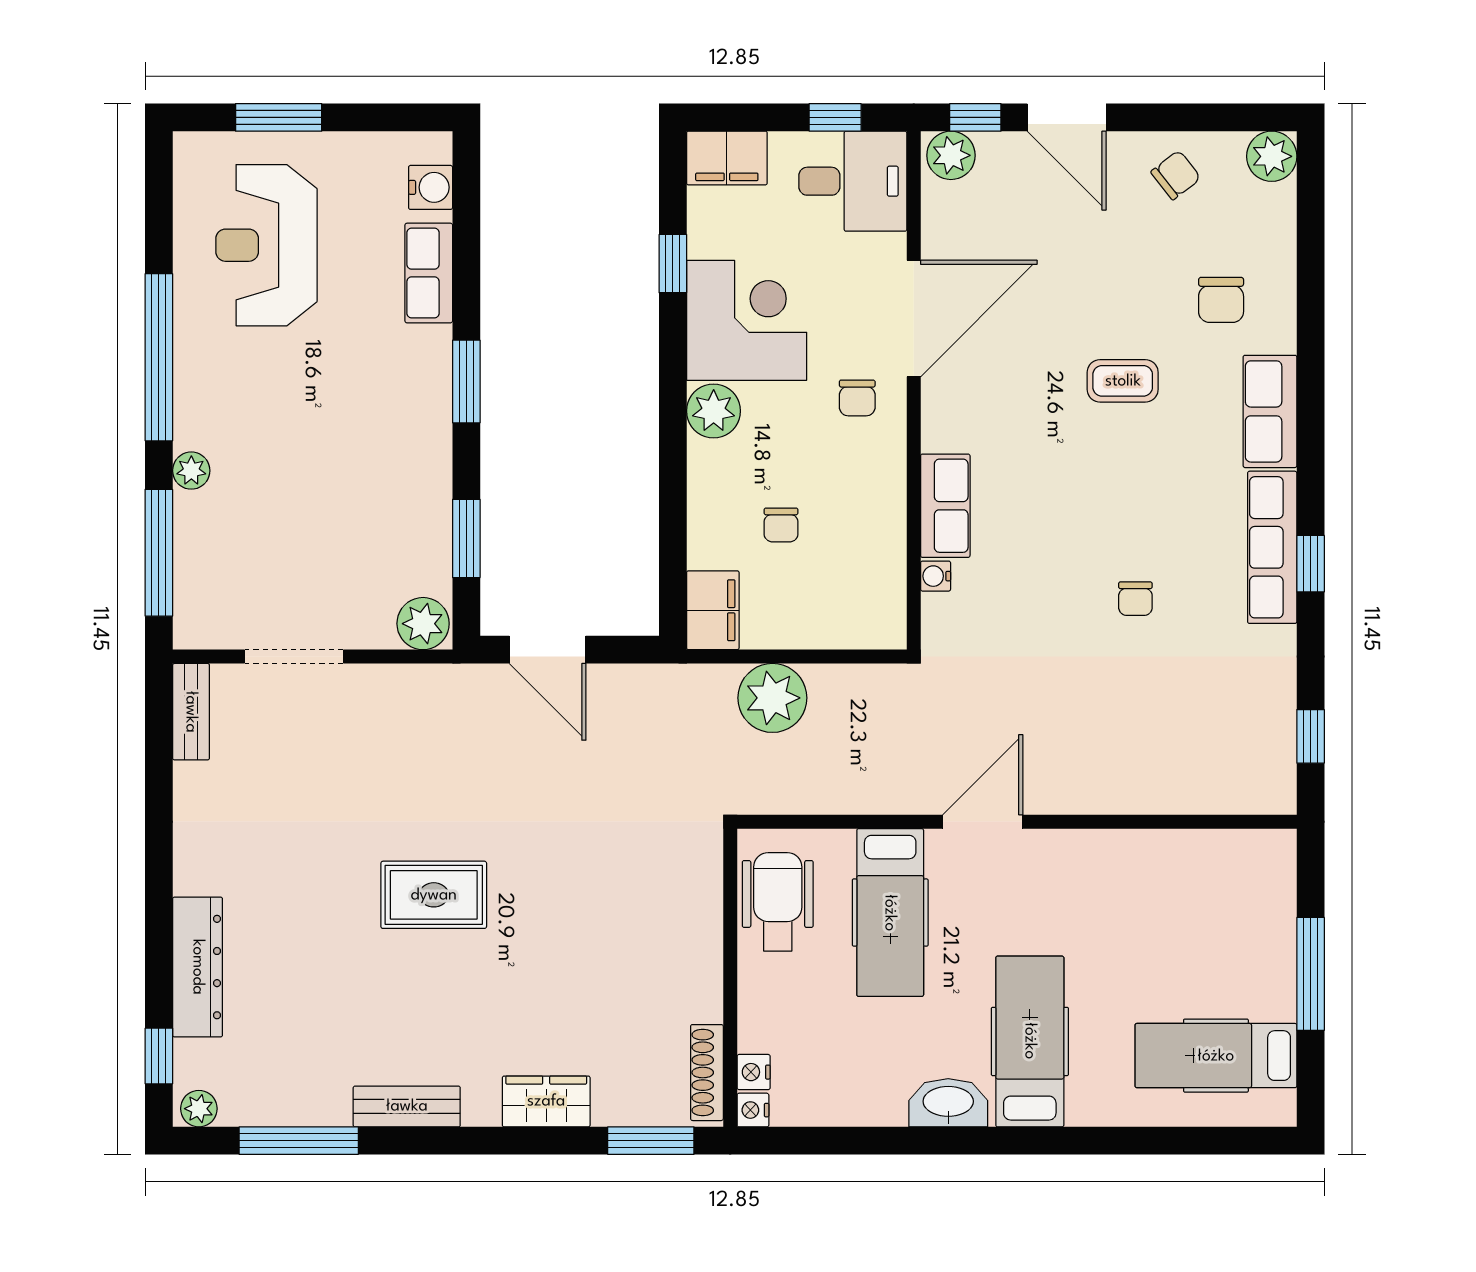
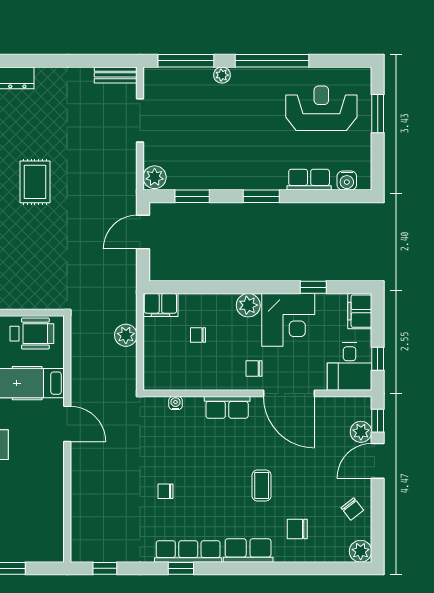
plant: (951, 155) -> (361, 432), moved
row of seats: (945, 506) -> (227, 407), moved
plant: (772, 698) -> (126, 335), width x0.73, depth x0.73

